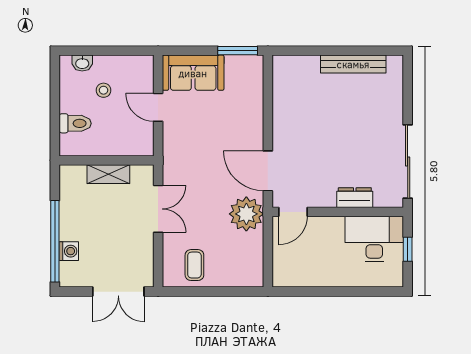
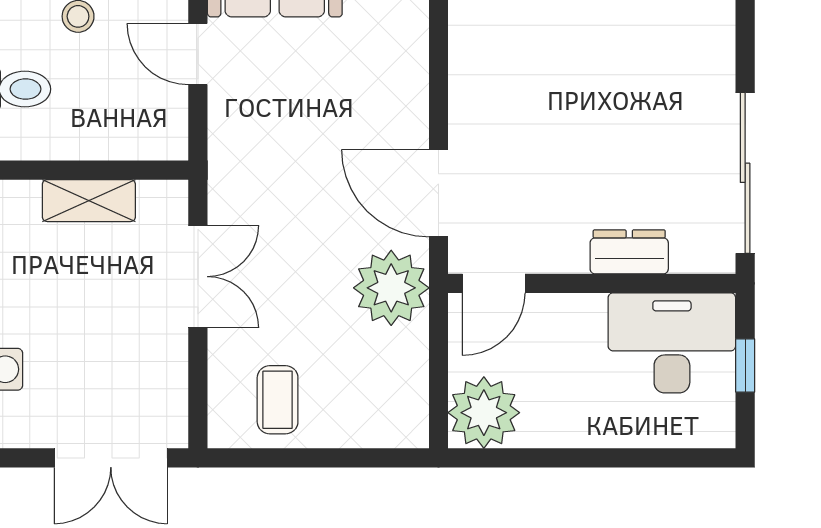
plant: (288, 271) -> (484, 413), added

